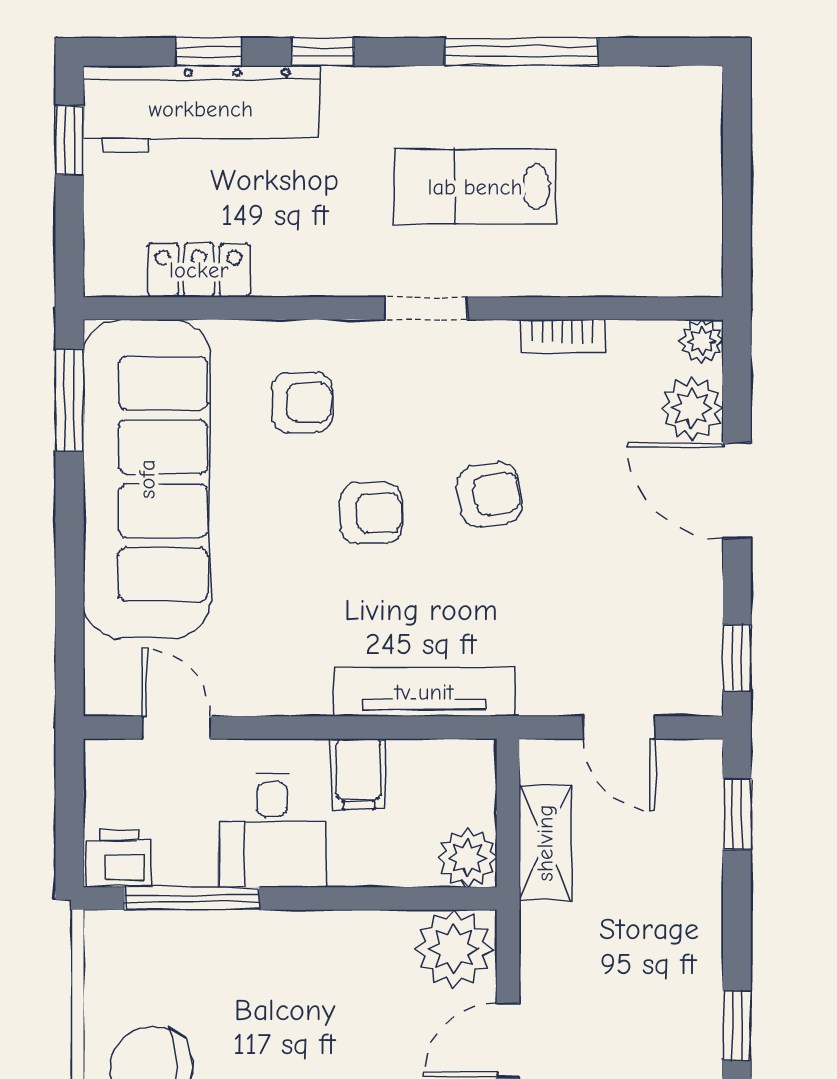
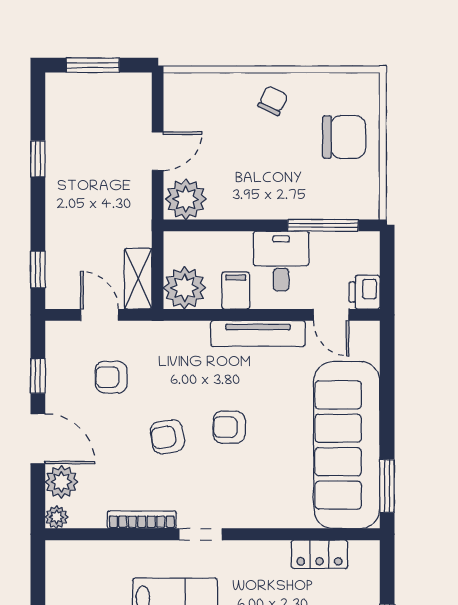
bookcase: (562, 336) -> (142, 520), width x1.56
armchair: (302, 402) -> (111, 377), moved
window: (737, 658) -> (38, 376), moved
tv unit: (424, 692) -> (258, 333), moved
shelving: (545, 843) -> (138, 279), moved
printer: (118, 858) -> (364, 292), moved, turned 90
plant: (467, 858) -> (185, 288), moved, width x1.36, depth x1.36

